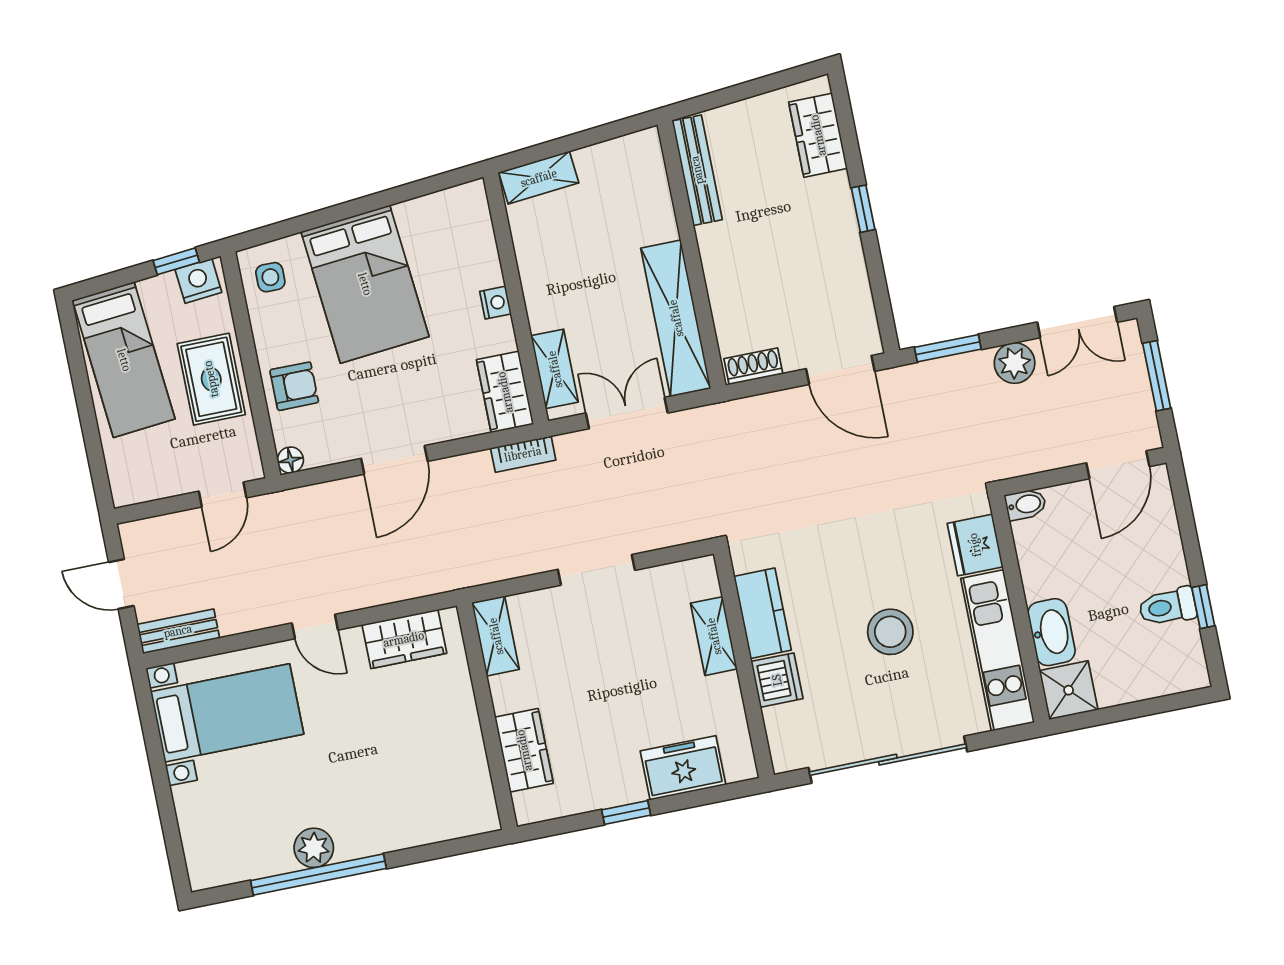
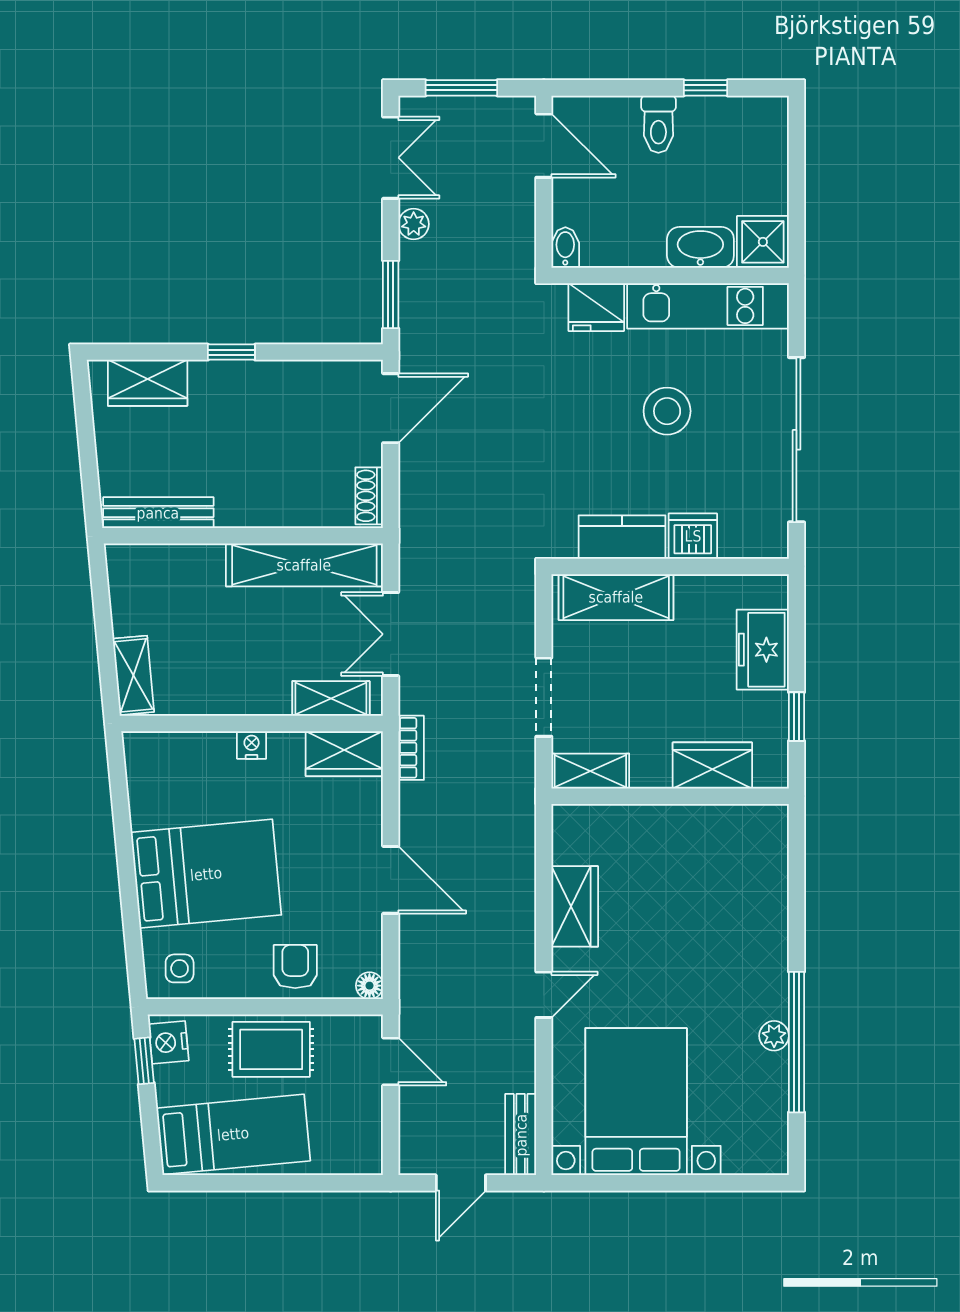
plant: (1015, 363) -> (414, 224), width x0.73, depth x0.73
toilet: (1168, 607) -> (658, 124), moved
shelving: (496, 636) -> (590, 771), moved
shelving: (714, 636) -> (616, 597), width x1.50, depth x1.33
bed with nightstands: (227, 713) -> (636, 1102), width x1.36
wall: (487, 716) -> (670, 796), moved
wardrobe: (524, 750) -> (712, 766), moved
plant: (314, 848) -> (774, 1036), width x0.73, depth x0.73

